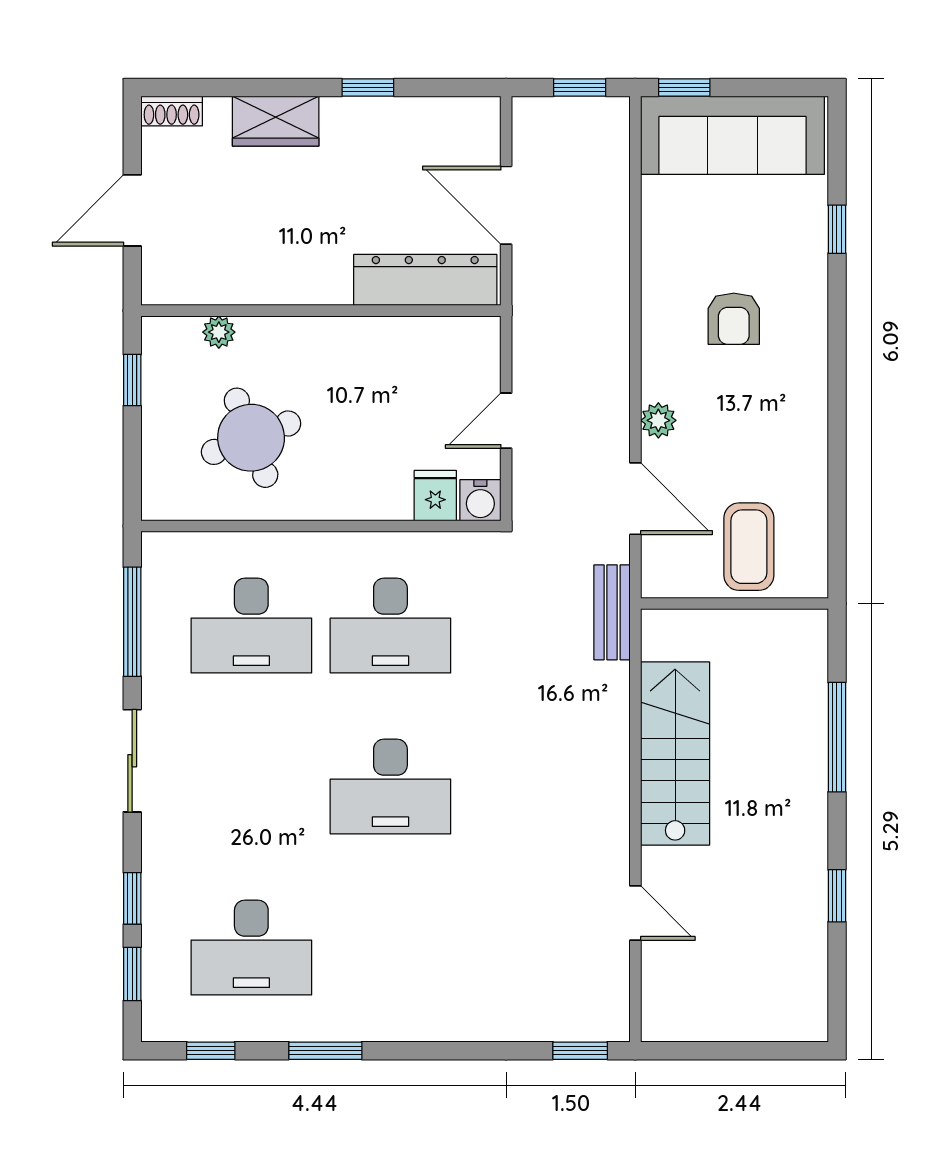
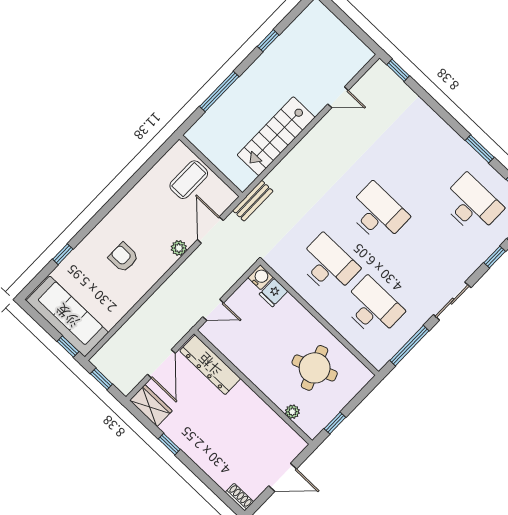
wardrobe: (276, 121) -> (151, 406), moved
armchair: (734, 319) -> (123, 257), turned -90
door: (506, 421) -> (213, 310), moved
door: (635, 913) -> (338, 97), swing flipped

